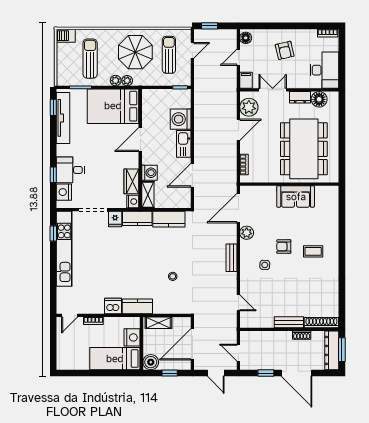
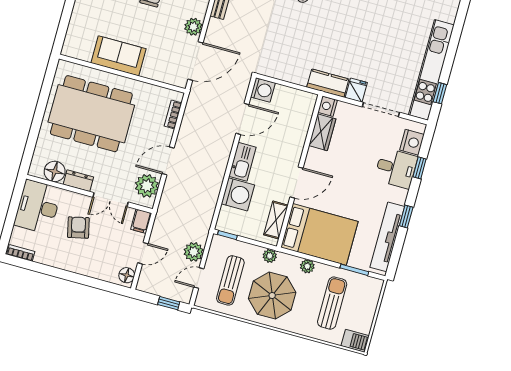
armchair: (285, 50) -> (78, 228), moved
sun lounger: (90, 59) -> (332, 303), turned 180
plant: (201, 68) -> (194, 252), added
plant: (127, 81) -> (270, 256), moved
window: (53, 107) -> (406, 217), moved
dining table: (304, 149) -> (91, 114), turned 90
washing machine: (149, 173) -> (263, 90), moved, turned 180
shelving: (148, 195) -> (276, 220), moved
kitchen counter: (169, 219) -> (288, 71), removed

